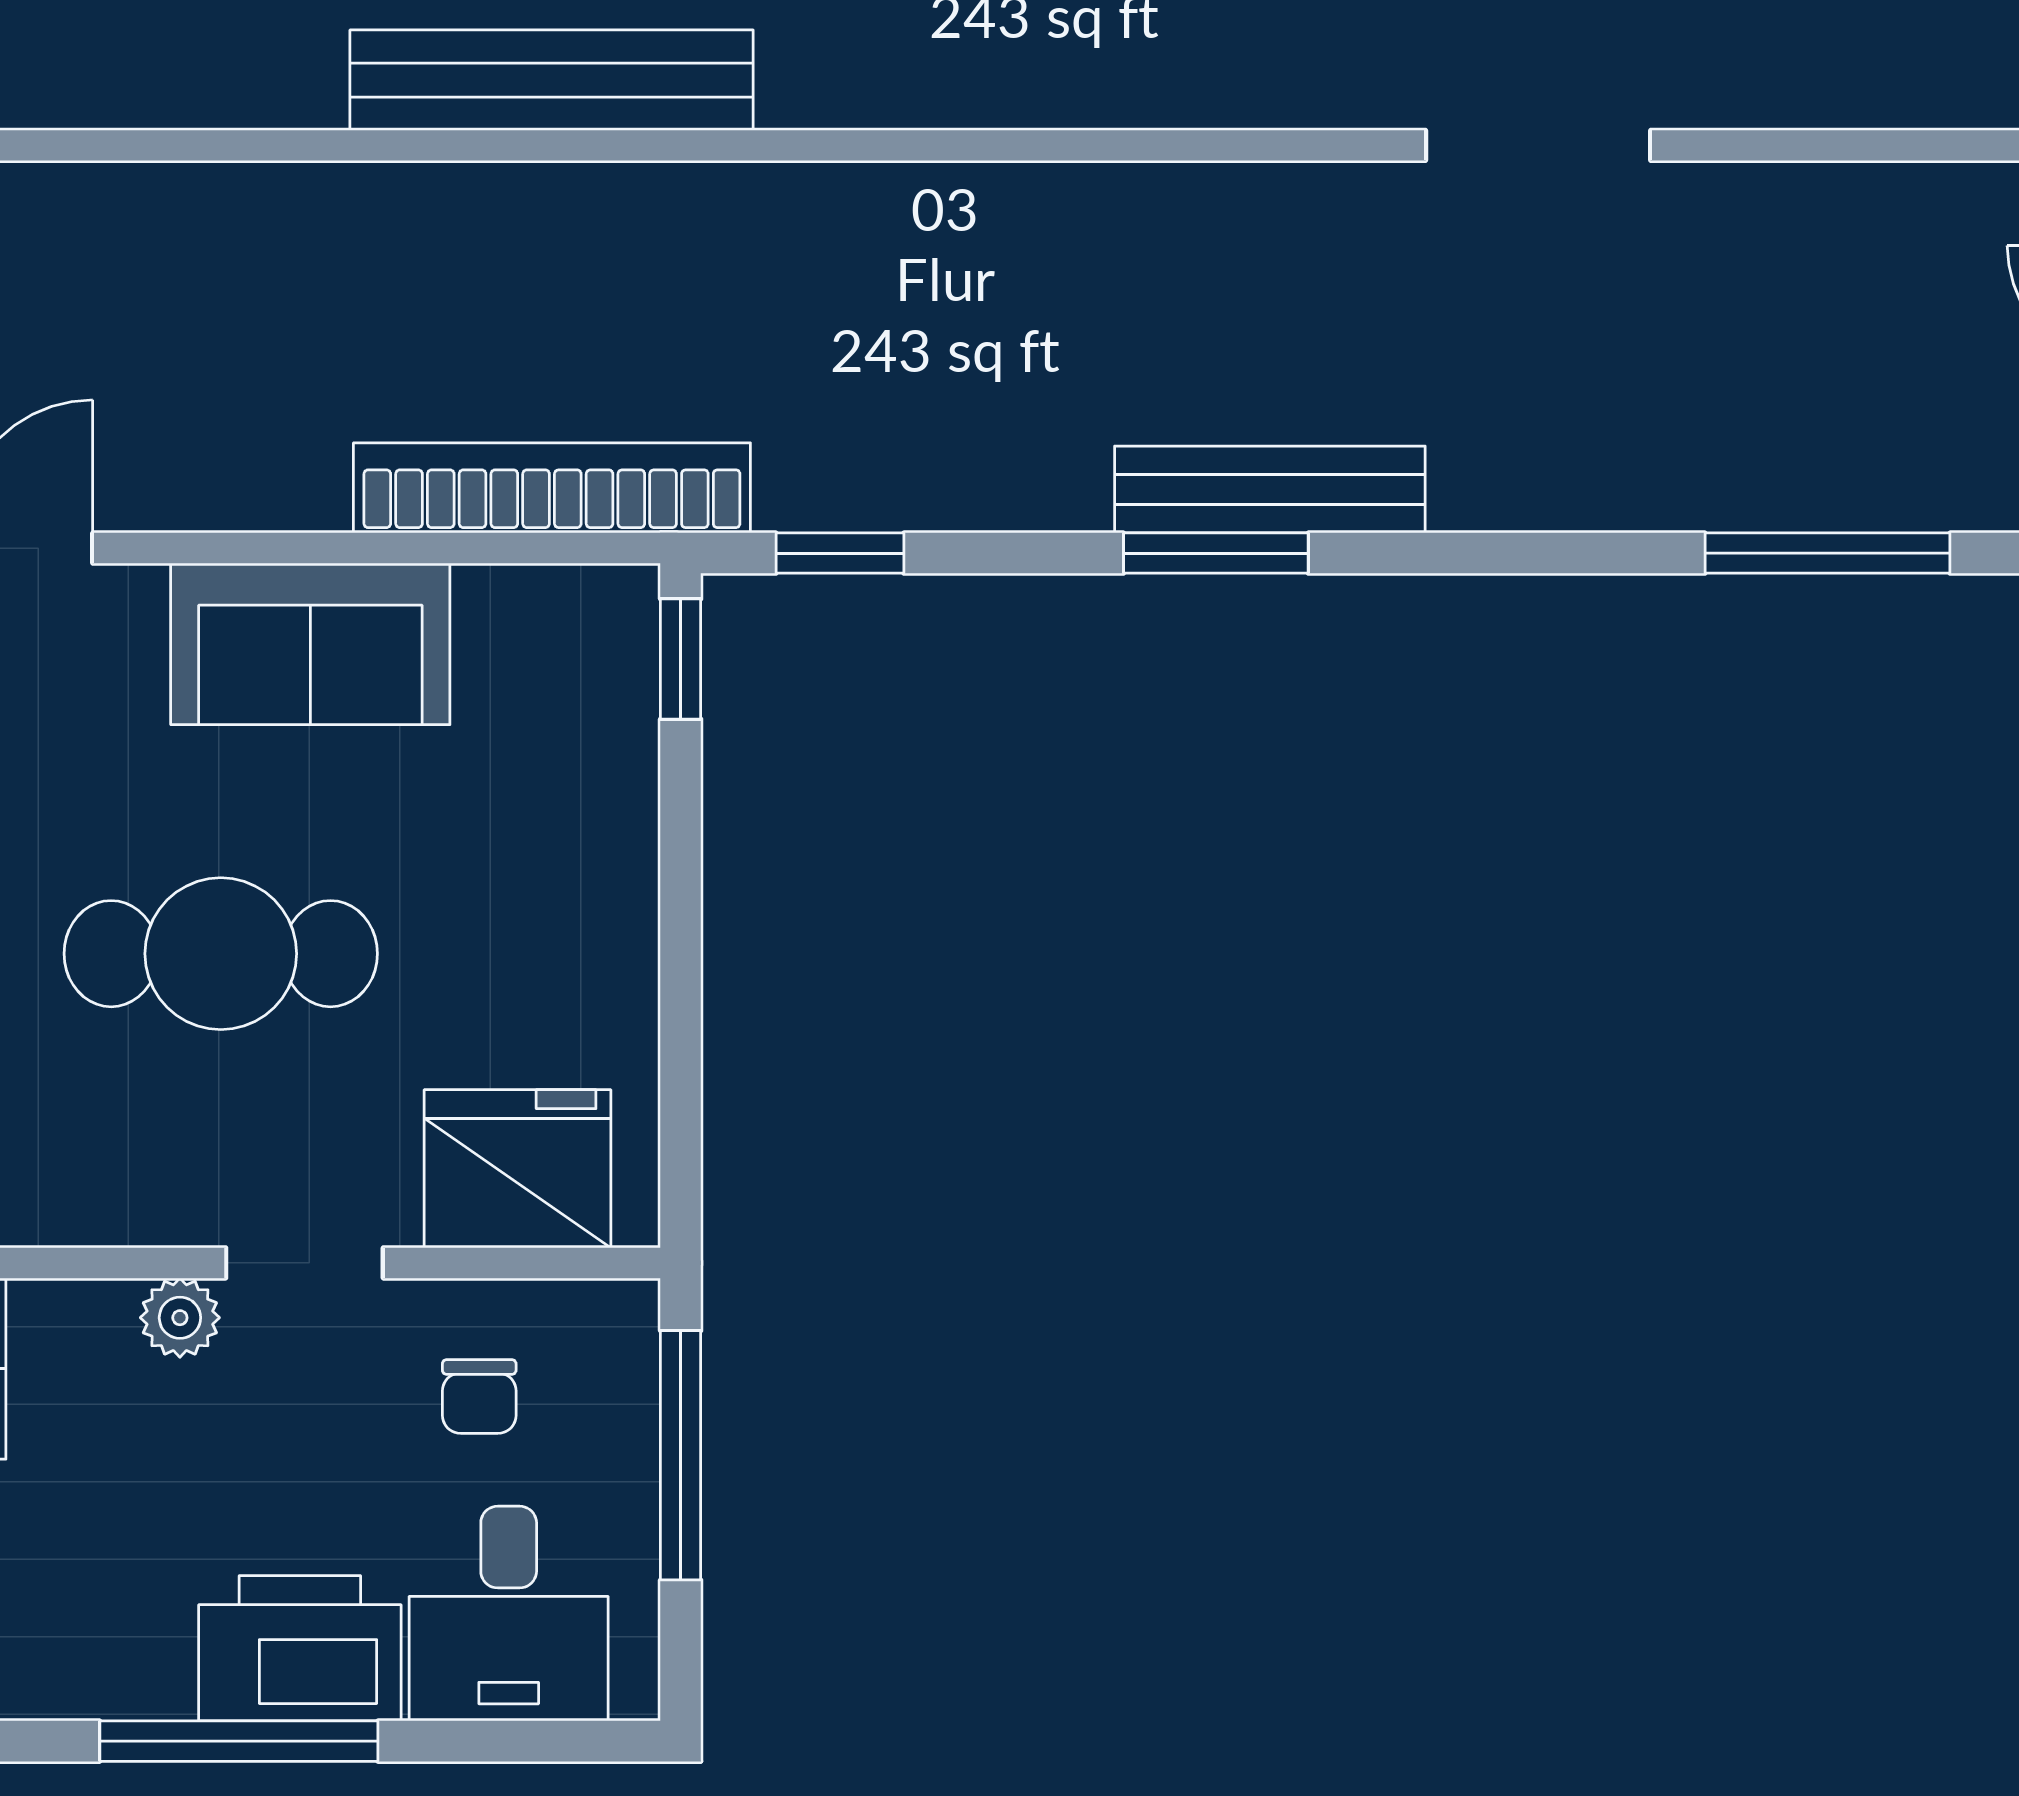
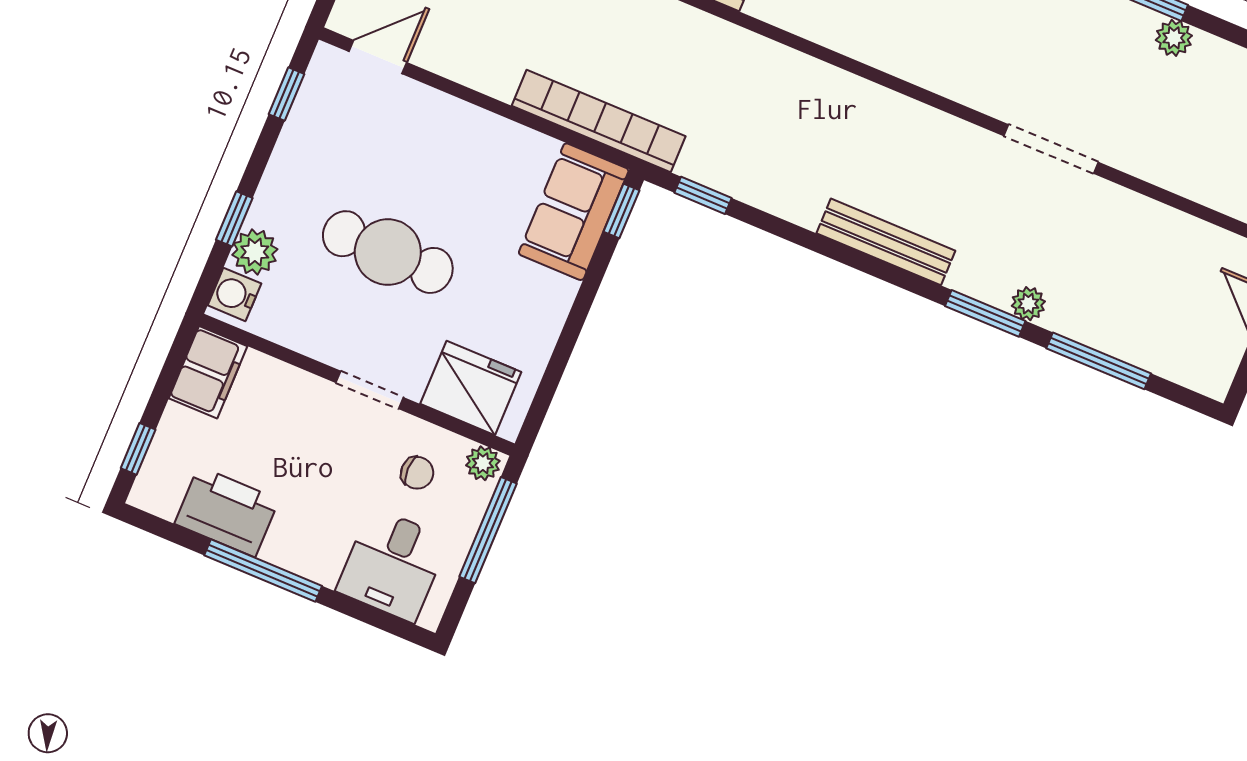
plant: (1627, 494) -> (1028, 304), added
window: (1216, 553) -> (985, 313), moved
sofa: (310, 644) -> (574, 212), moved, turned 90
plant: (180, 1318) -> (483, 463), moved
chair: (479, 1396) -> (417, 473), turned -90
printer: (300, 1648) -> (227, 512), moved

